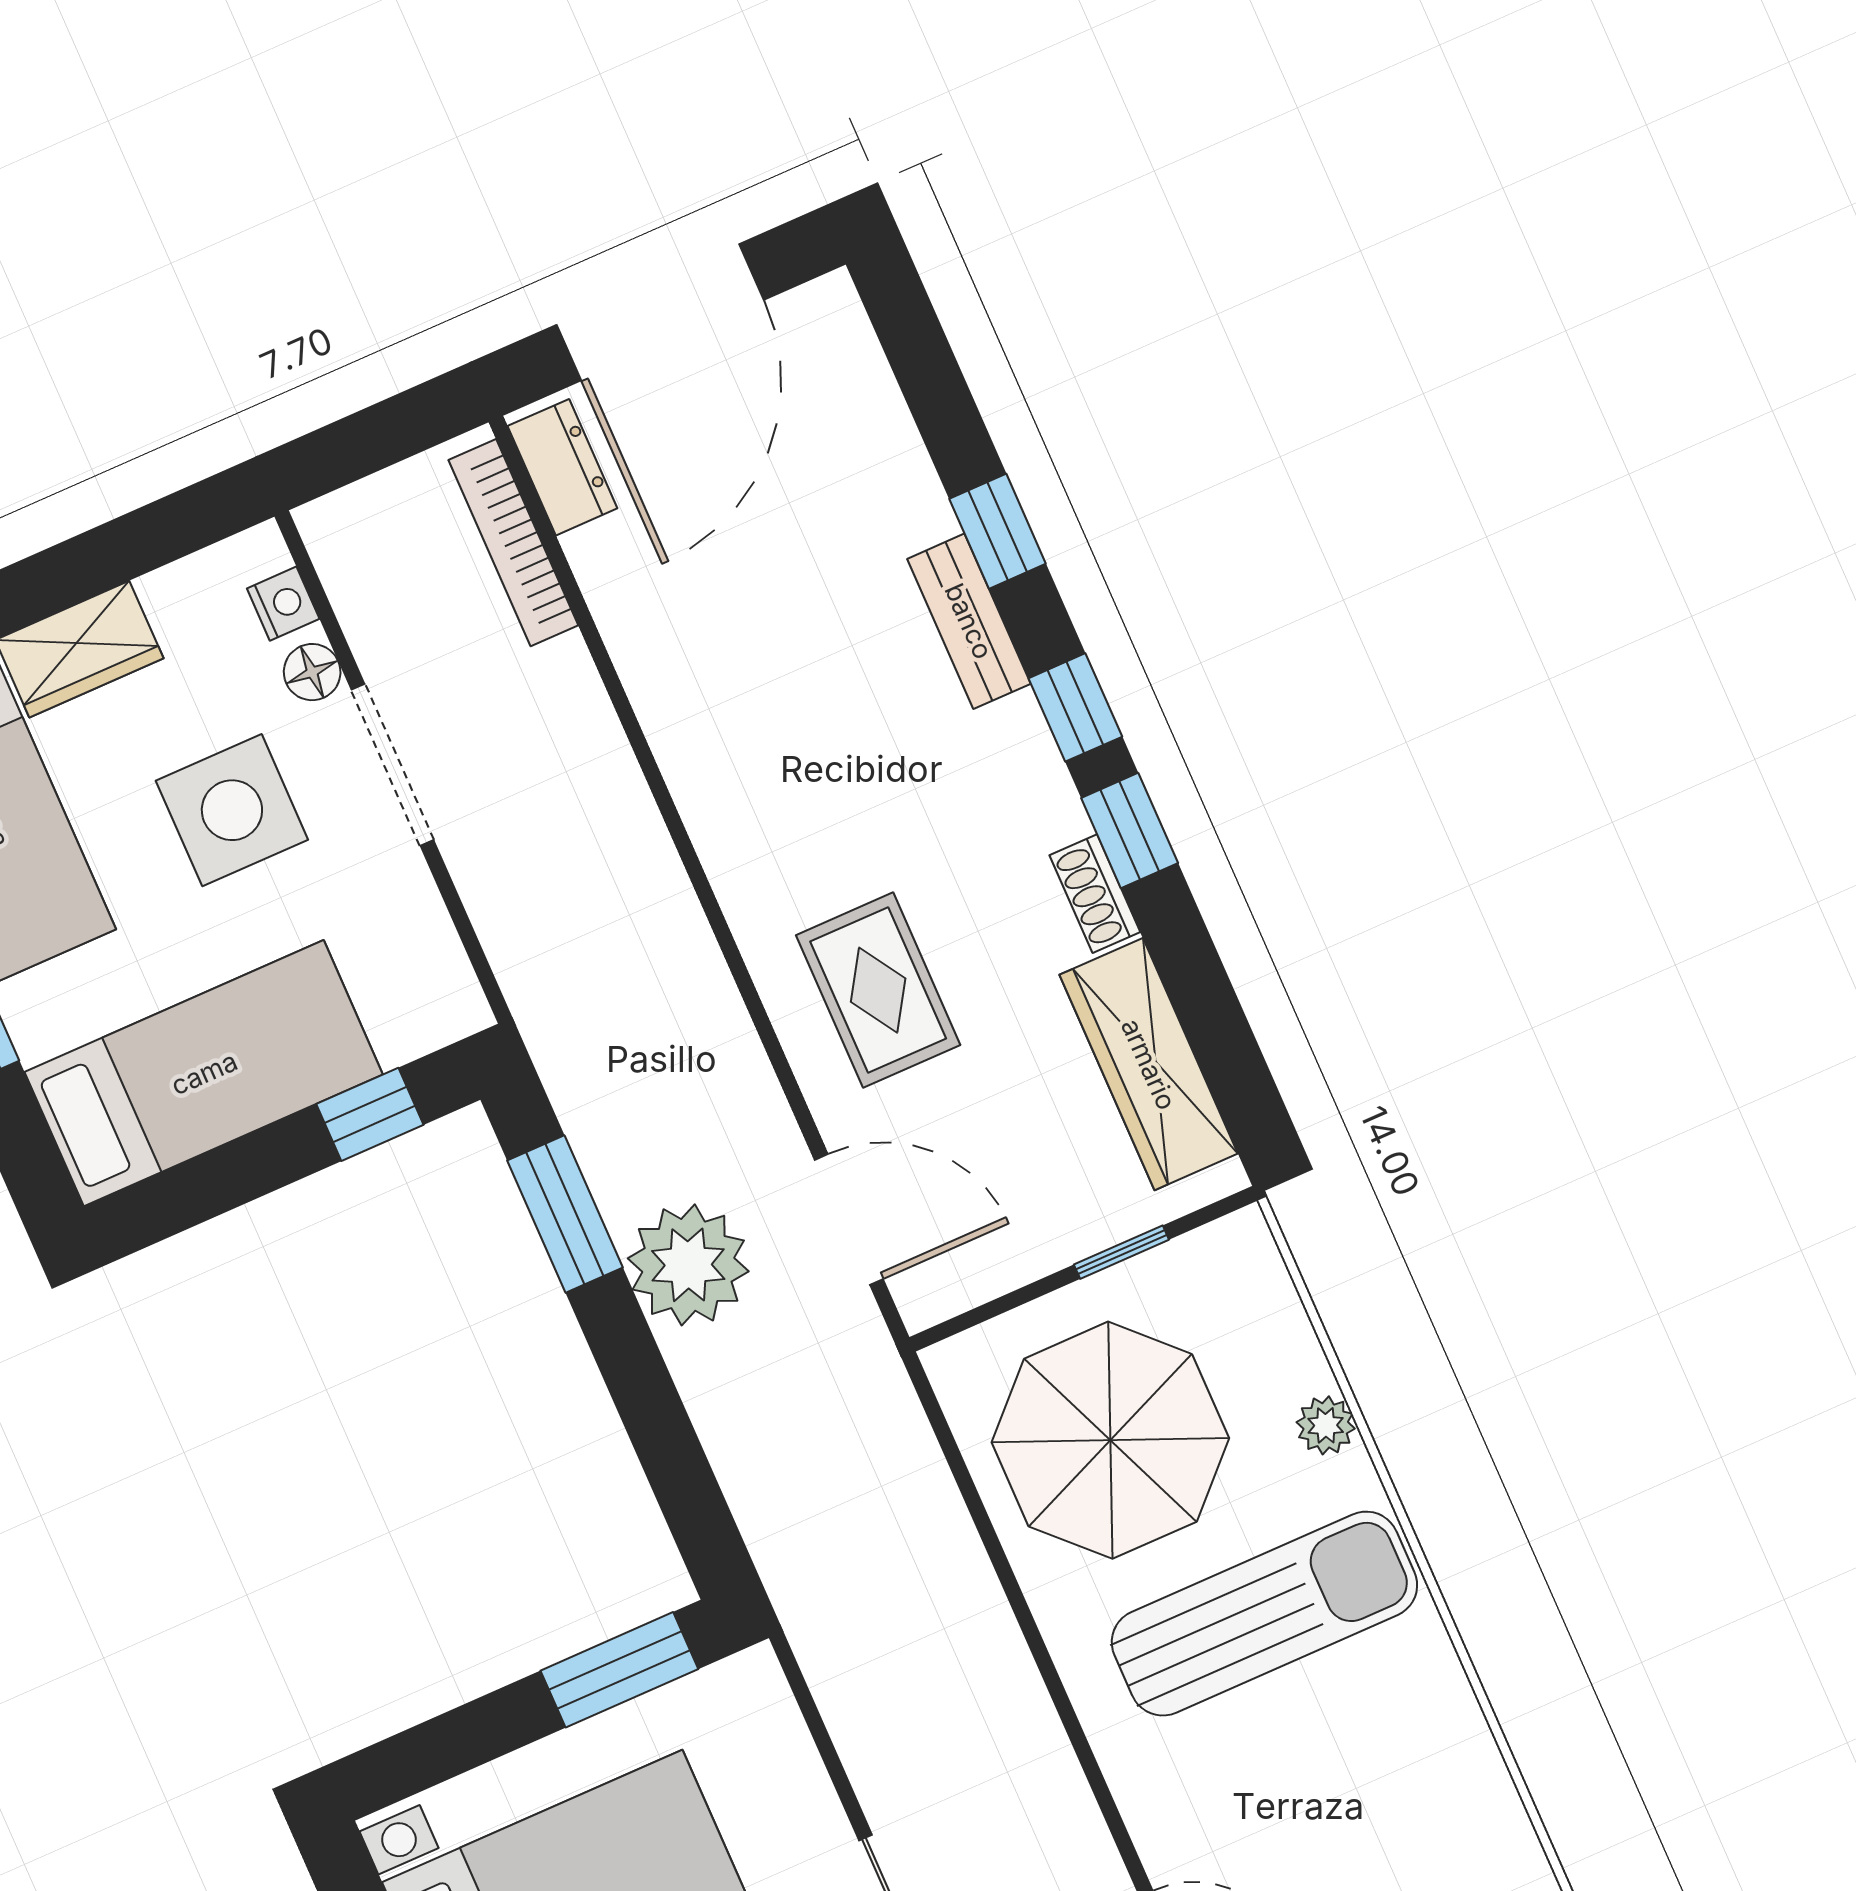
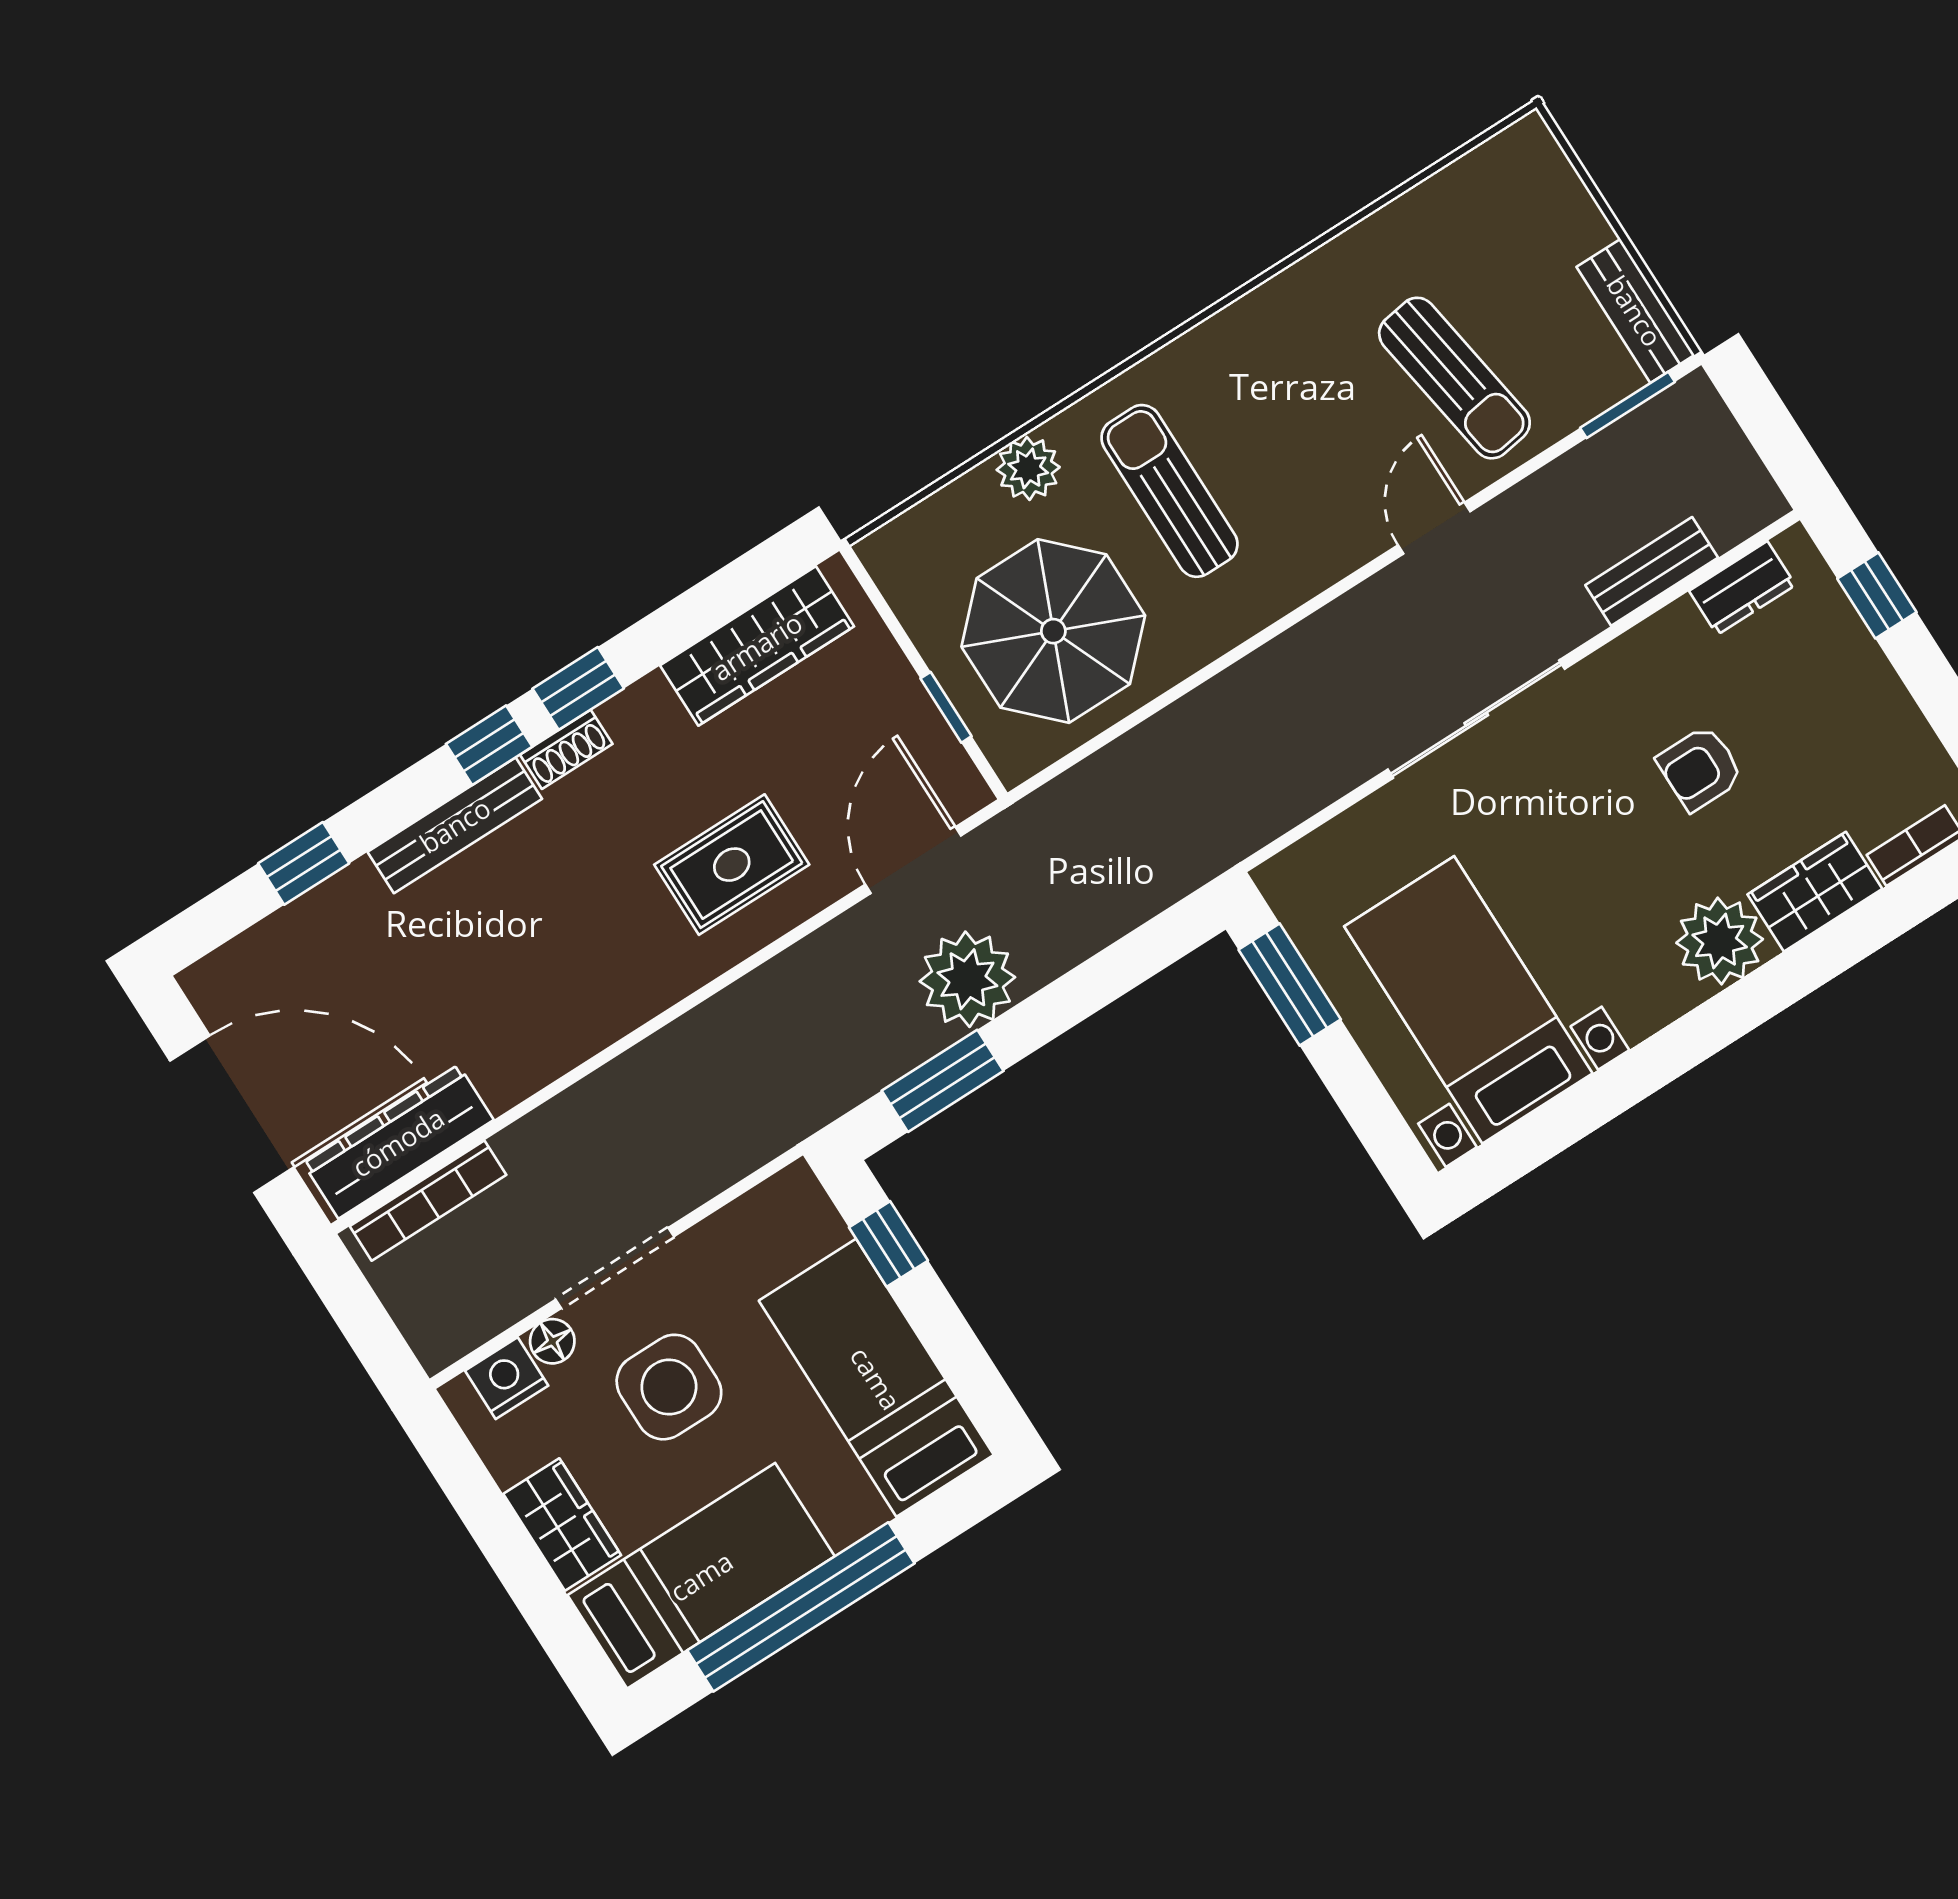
dresser: (562, 467) -> (398, 1142), width x1.96, depth x1.24
window: (998, 531) -> (304, 863), moved
nightstand: (283, 604) -> (507, 1378), width x1.39, depth x1.35
bench: (969, 621) -> (455, 825), width x1.36
shoe rack: (1095, 894) -> (566, 749), moved
window: (1121, 1252) -> (946, 707), moved
plant: (1326, 1425) -> (1028, 468), width x1.38, depth x1.38
sun lounger: (1264, 1614) -> (1169, 491), width x0.73, depth x0.75

